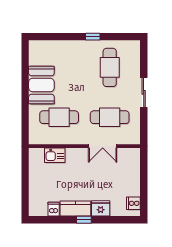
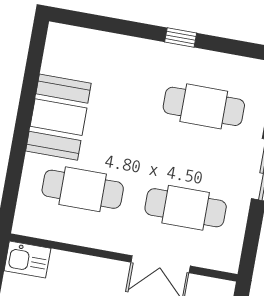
cafe table: (110, 67) -> (204, 106), turned 90
kitchen sink: (55, 155) -> (27, 259), moved

